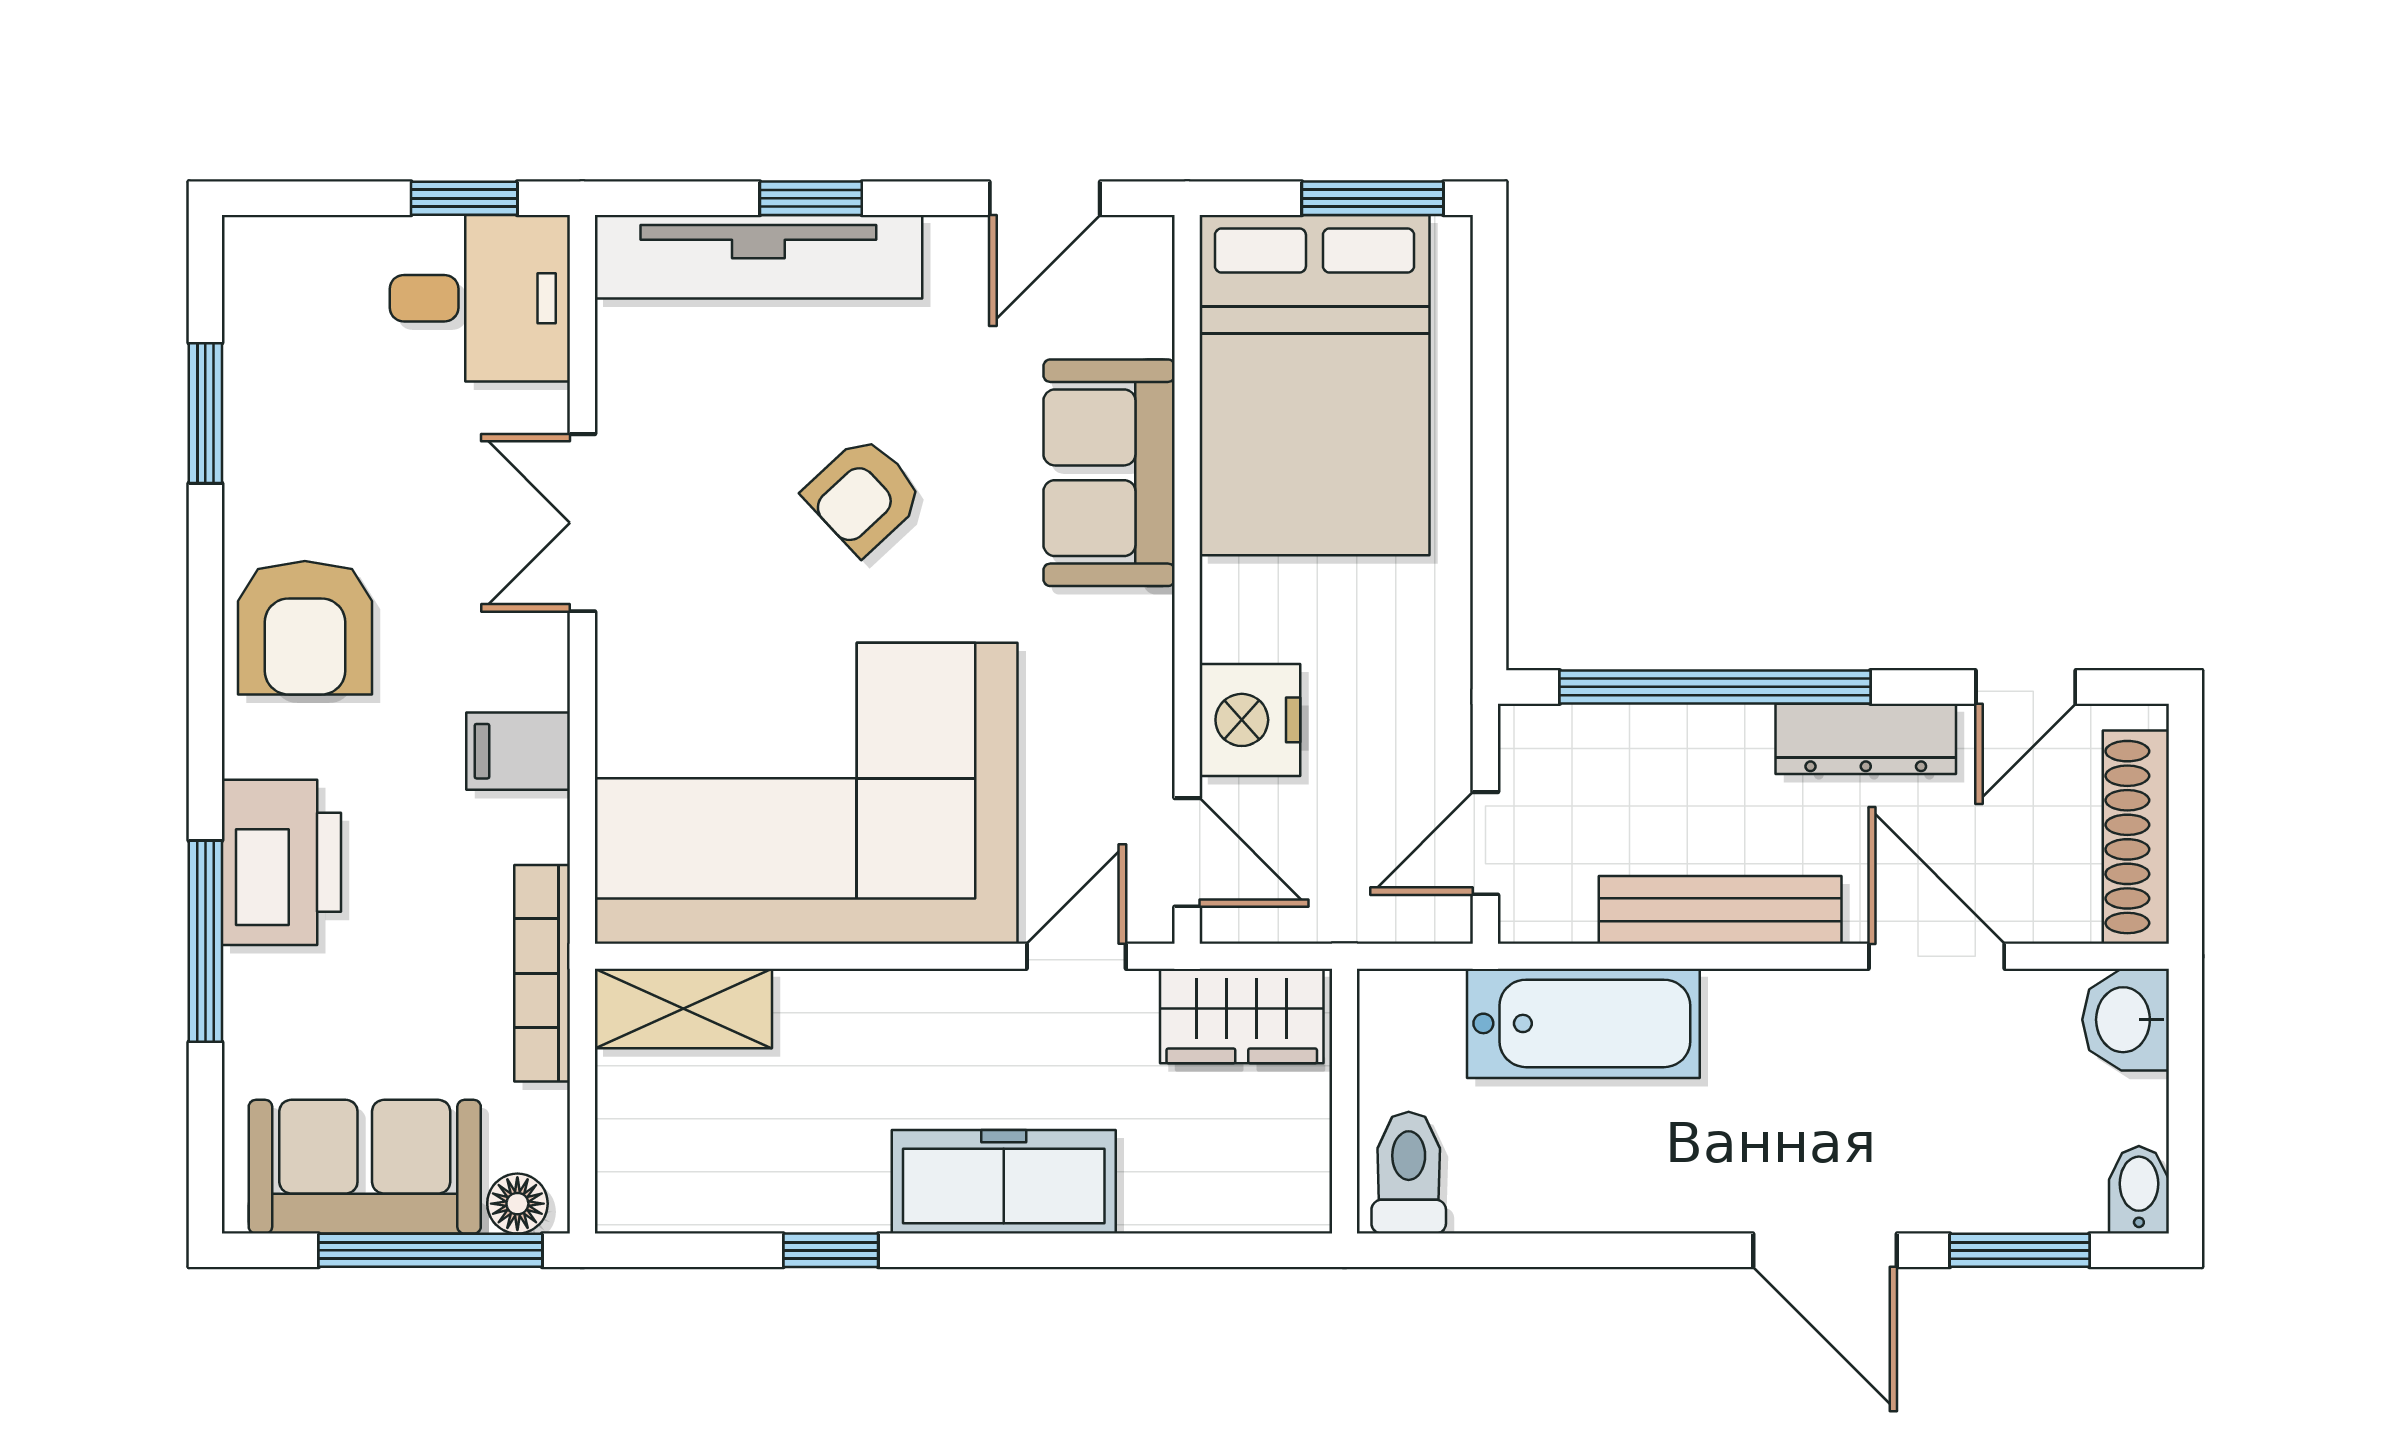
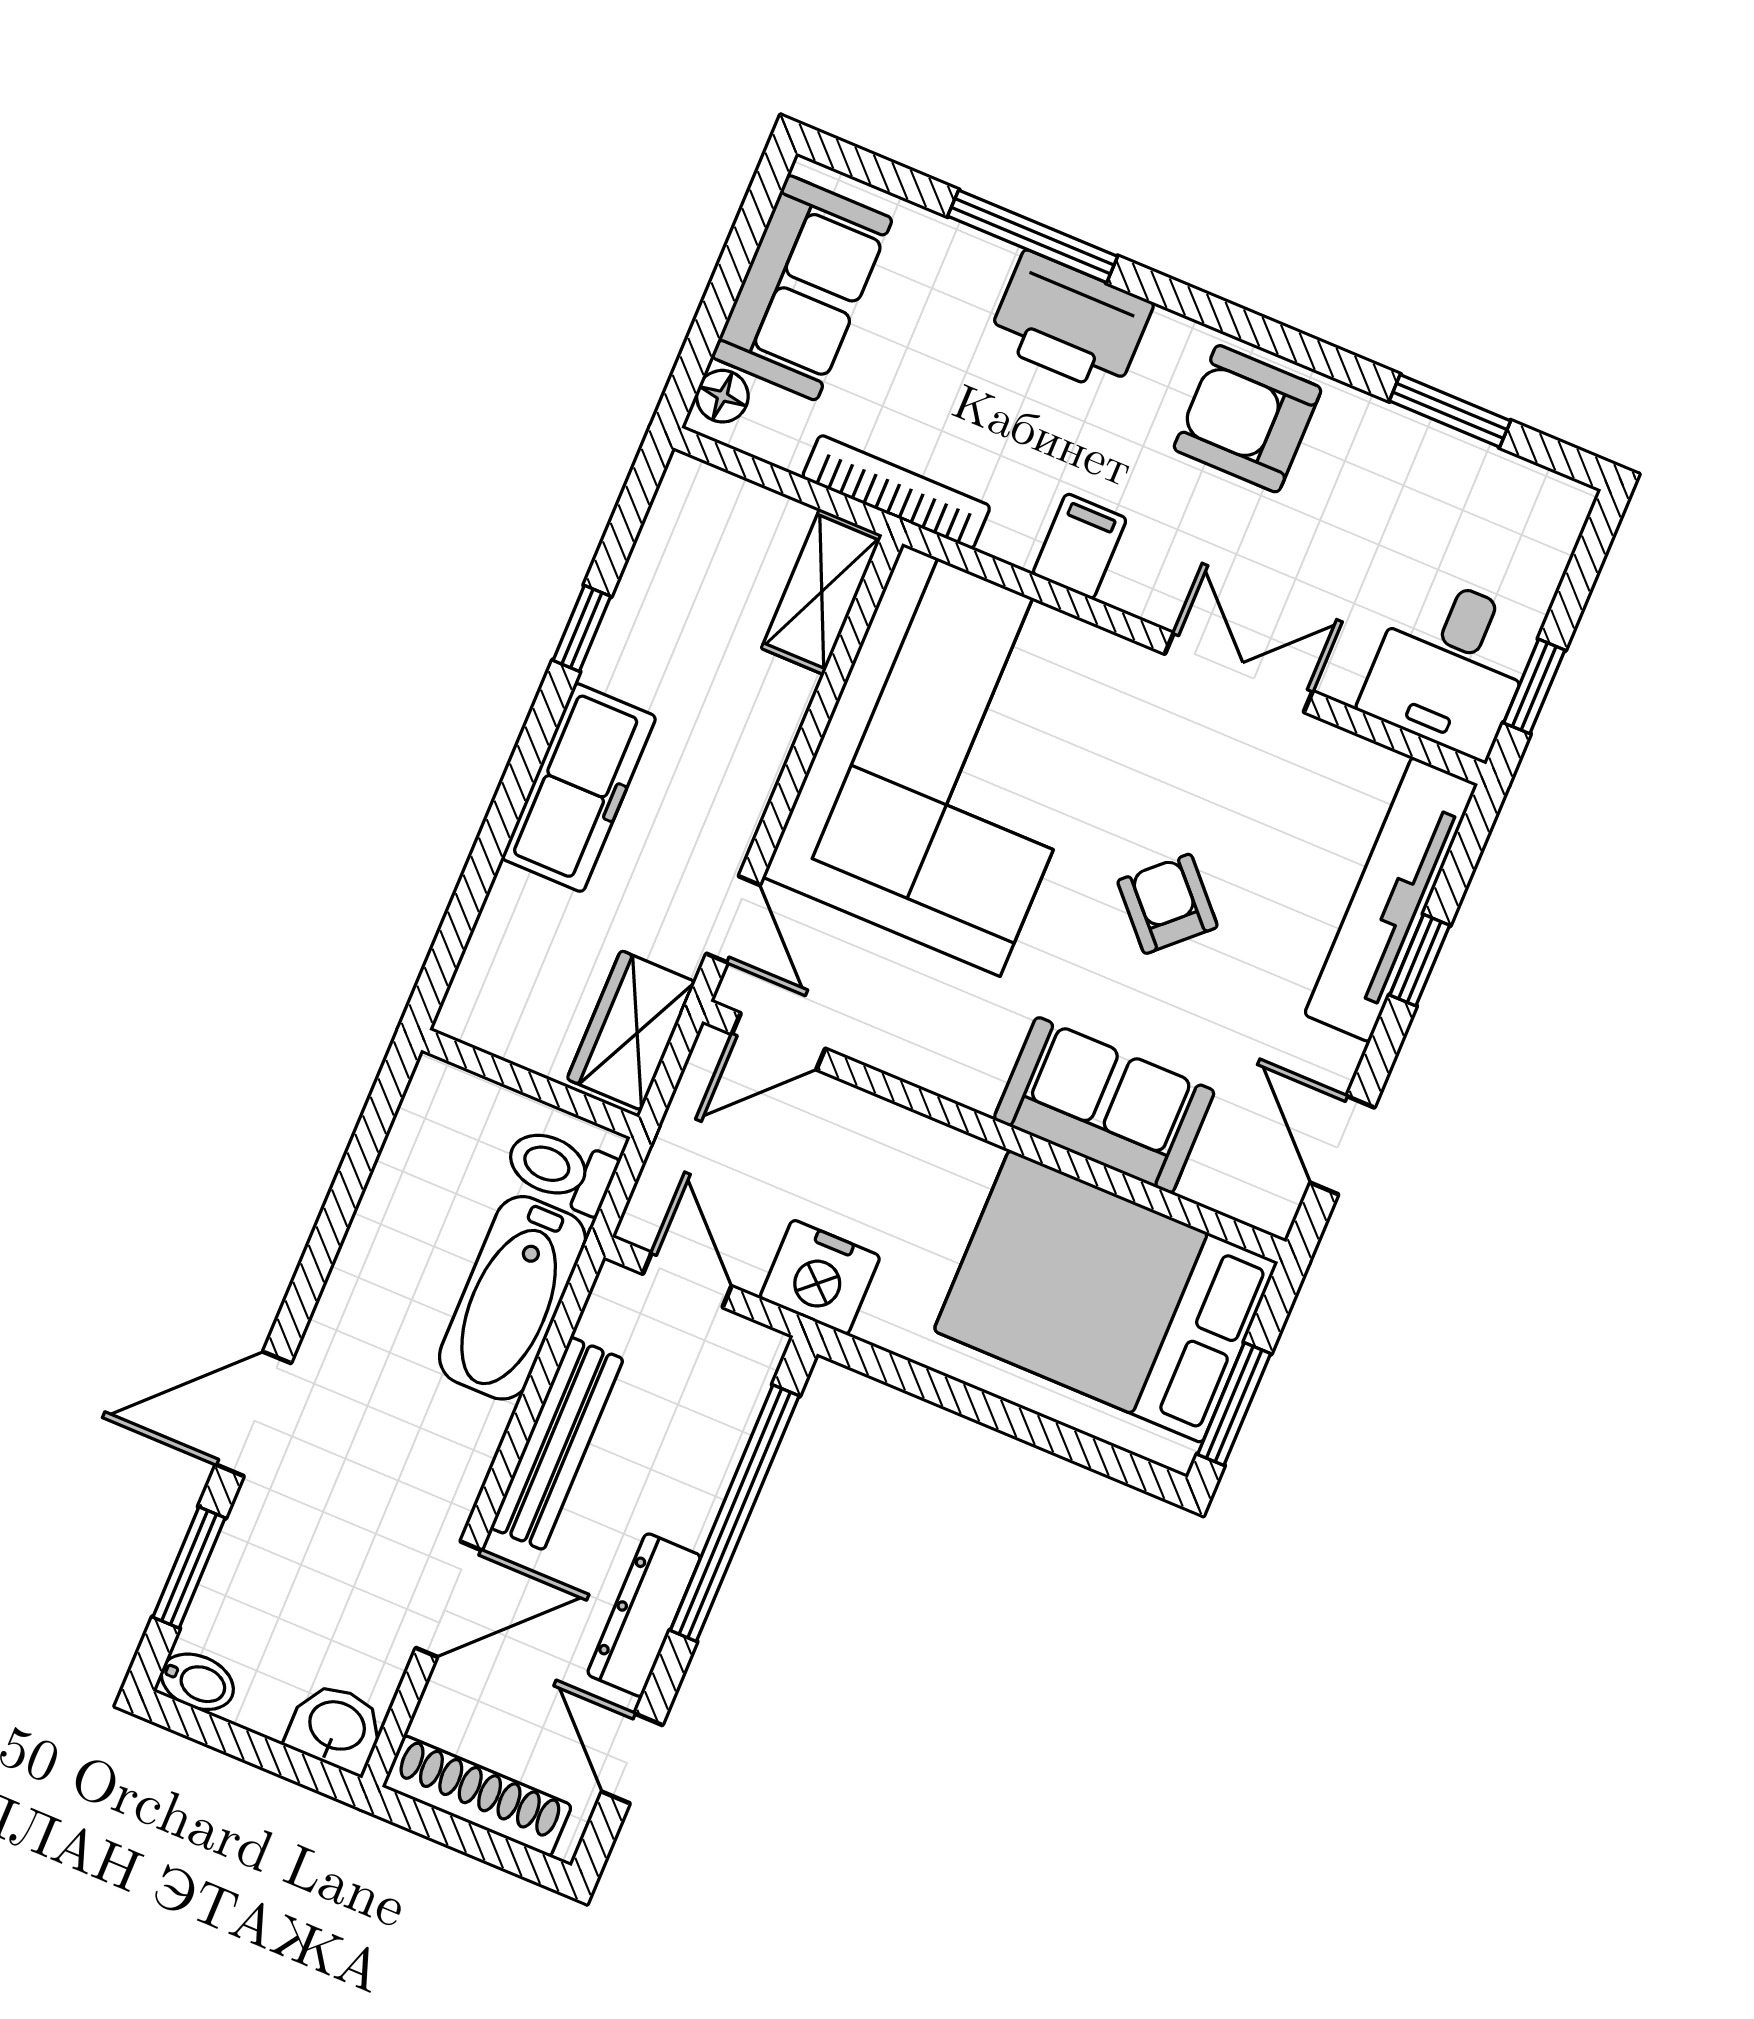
nightstand: (1250, 720) -> (820, 1277), moved, turned 180
toilet: (1409, 1173) -> (560, 1169), moved, turned 180
window: (430, 1250) -> (714, 312), removed

